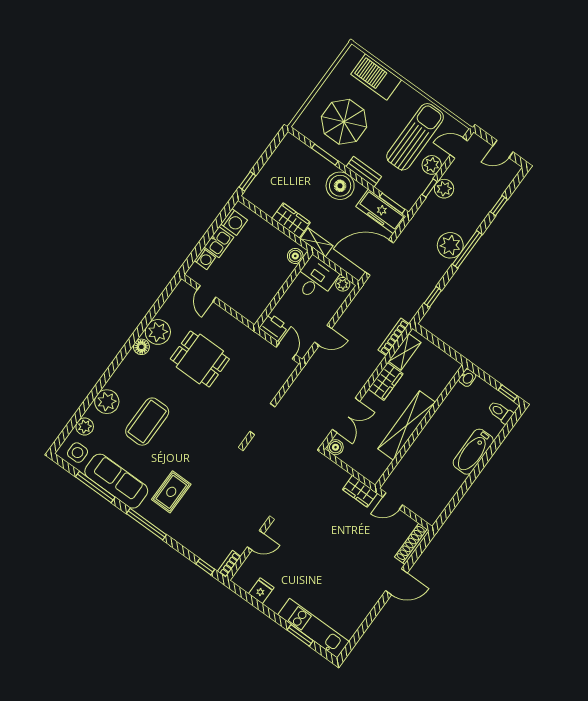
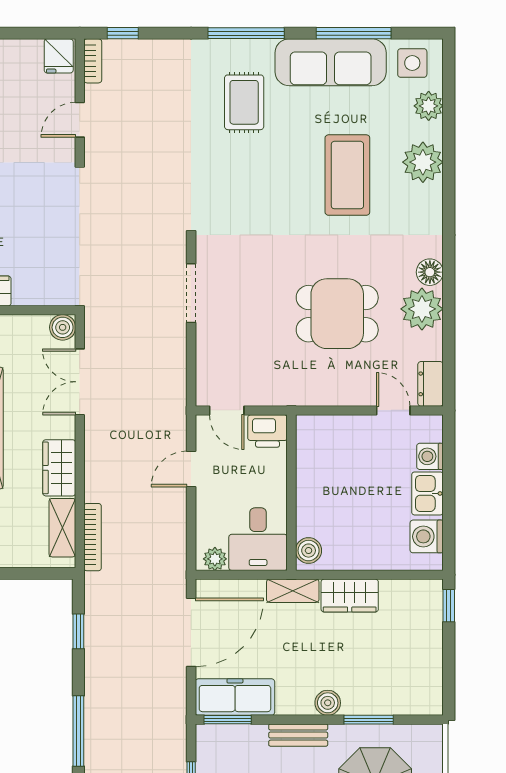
boiler: (340, 186) -> (328, 703), width x0.54, depth x0.54
plant: (450, 245) -> (106, 720), removed
dresser: (180, 293) -> (431, 384), added
fridge: (261, 591) -> (59, 56), moved

